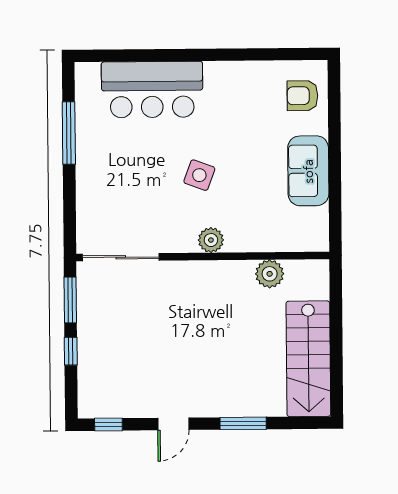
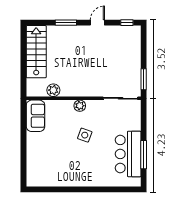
bar counter: (152, 90) -> (128, 154), moved, turned -90
armchair: (302, 96) -> (38, 171), removed
sofa: (308, 171) -> (35, 116), moved
window: (71, 351) -> (144, 56), removed

